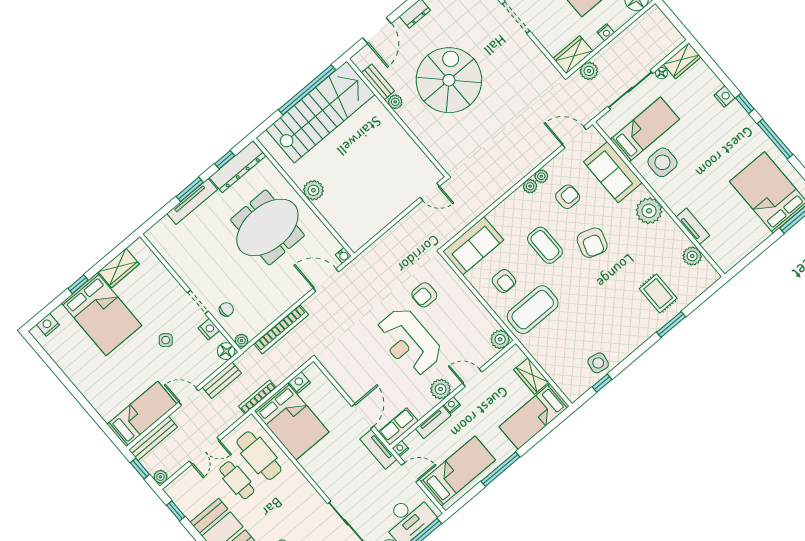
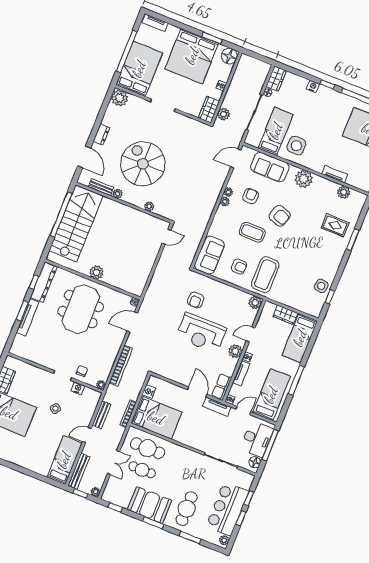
plant: (428, 140) -> (149, 206), added
floor lamp: (226, 351) -> (95, 396), removed

